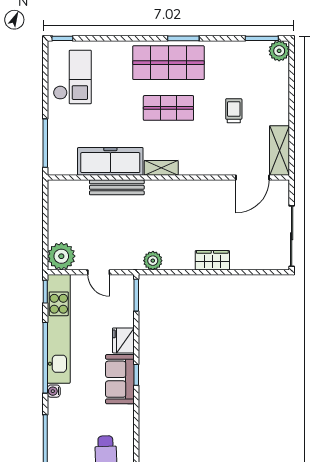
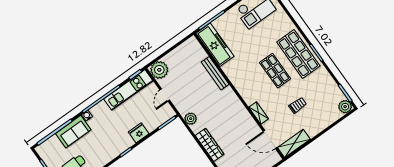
freezer: (110, 161) -> (215, 45), moved
shelving: (161, 168) -> (259, 113), moved
wardrobe: (212, 260) -> (210, 145), width x1.50
kitchen unit: (59, 329) -> (128, 90), width x0.73
sofa: (120, 379) -> (73, 132), moved, turned 180

